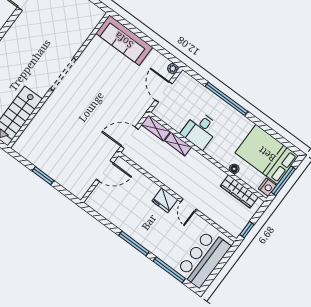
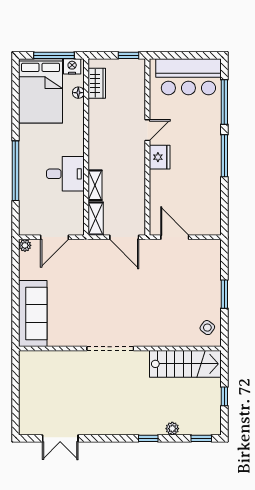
side table: (29, 148) -> (207, 328), added
floor lamp: (234, 169) -> (78, 93), moved
wardrobe: (239, 191) -> (97, 83), width x0.67

